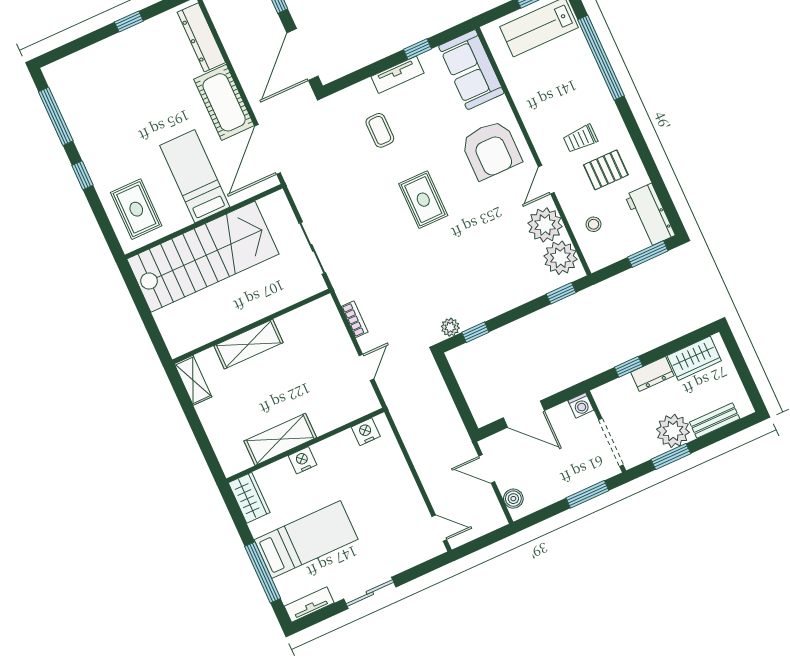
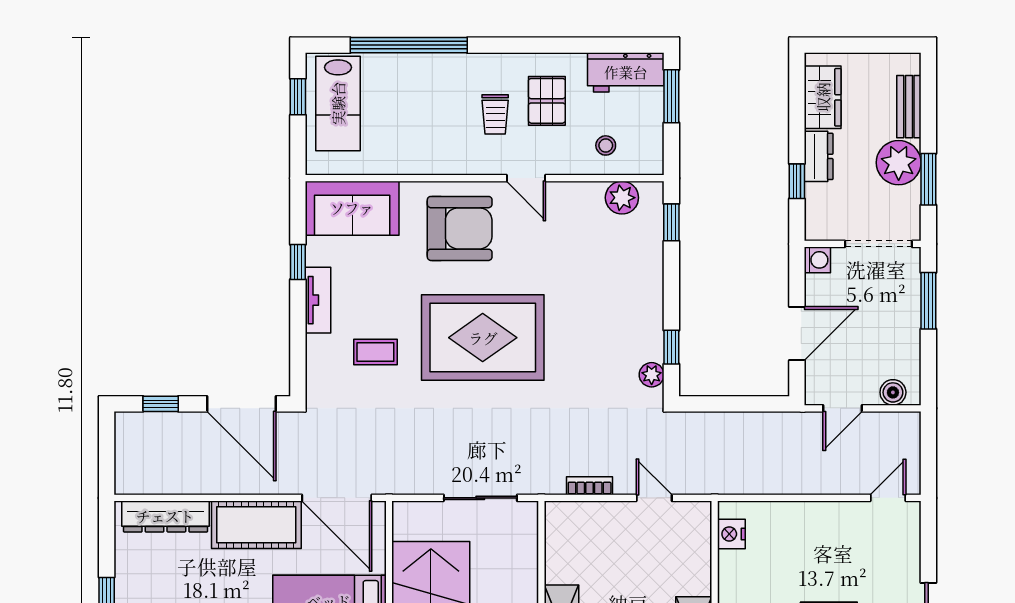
rug: (423, 200) -> (483, 338), width x1.86, depth x2.06
plant: (545, 225) -> (580, 204), removed
plant: (560, 258) -> (622, 198), width x0.73, depth x0.73

